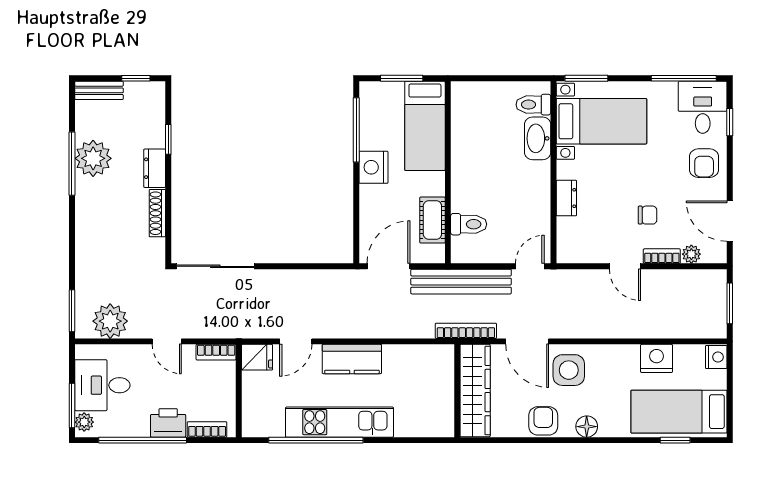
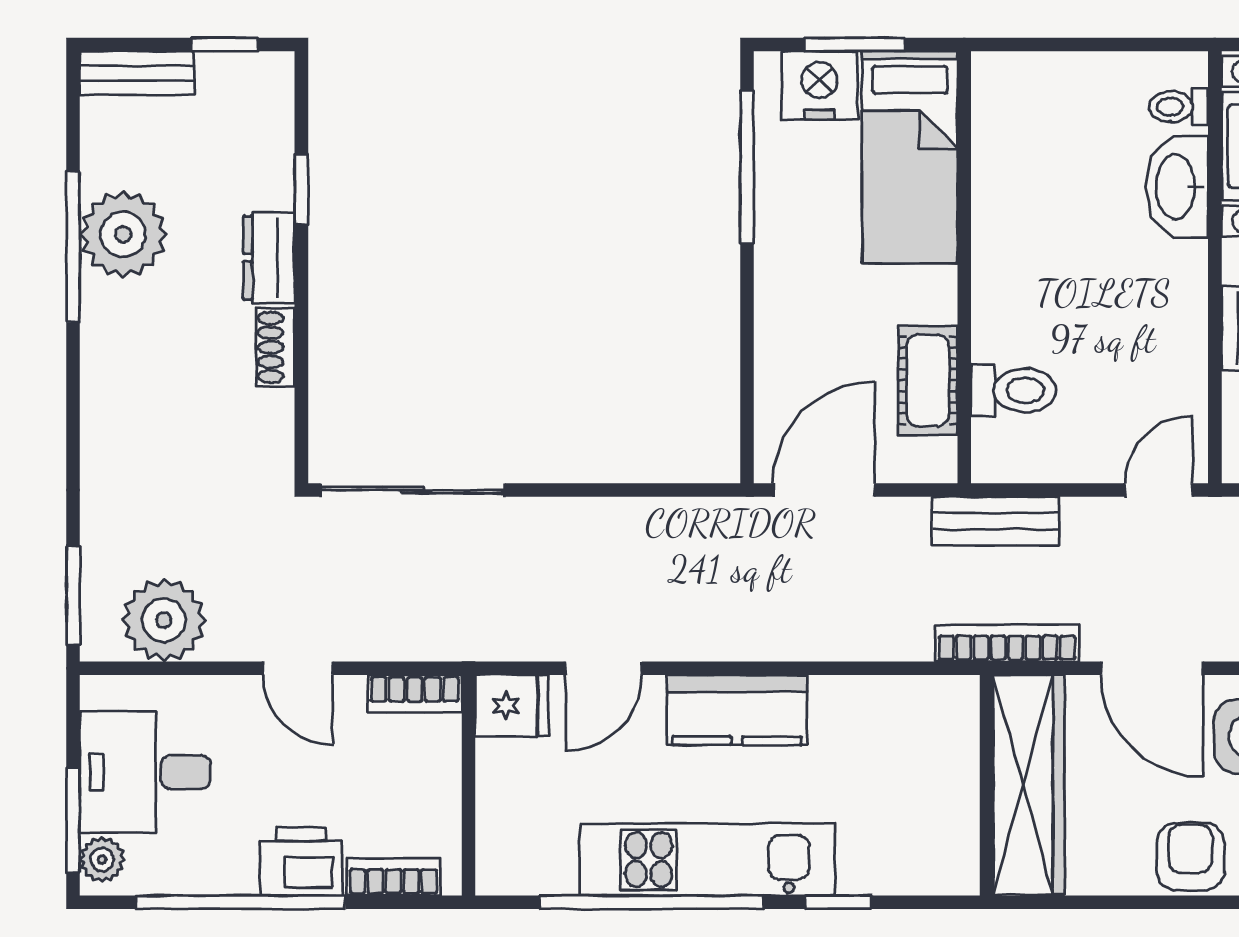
toilet: (533, 105) -> (1179, 107), width x0.73, depth x0.72
nightstand: (373, 167) -> (819, 85), moved, turned 90
shoe rack: (157, 213) -> (276, 347), width x0.70
bench: (461, 282) -> (996, 521), width x0.54, depth x0.82
window: (395, 440) -> (838, 902), added

